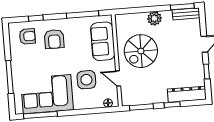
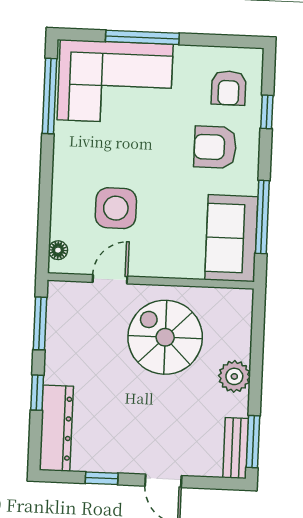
sofa: (103, 41) -> (231, 238), moved, turned -90
corner sofa: (47, 94) -> (115, 82), moved, turned 90

